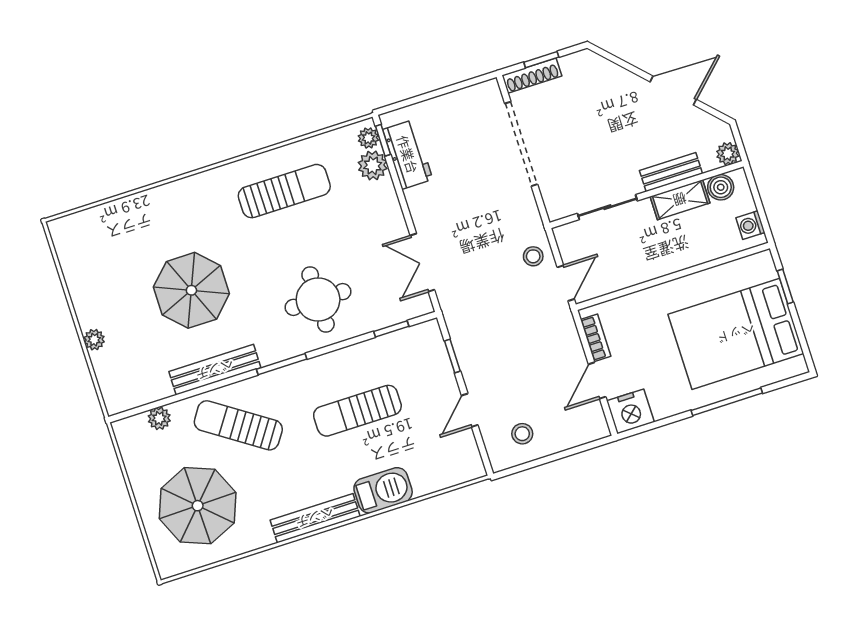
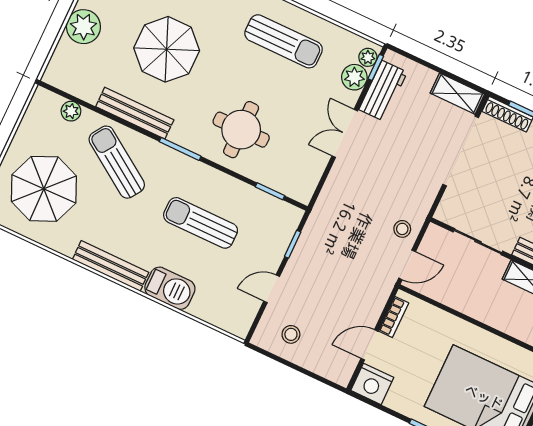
shelving: (473, 98) -> (457, 94), added
double door: (422, 263) -> (345, 133), moved
plant: (94, 340) -> (83, 27), width x1.88, depth x1.88

